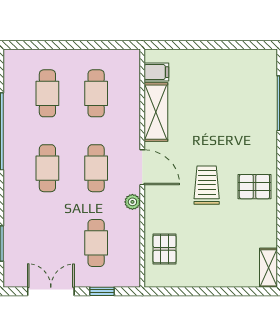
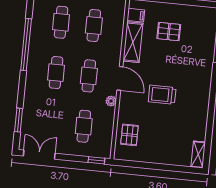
trolley: (207, 185) -> (162, 95), turned -90
pallet: (254, 187) -> (169, 32), moved
double door: (51, 291) -> (39, 155), moved
window: (102, 291) -> (96, 160), moved

